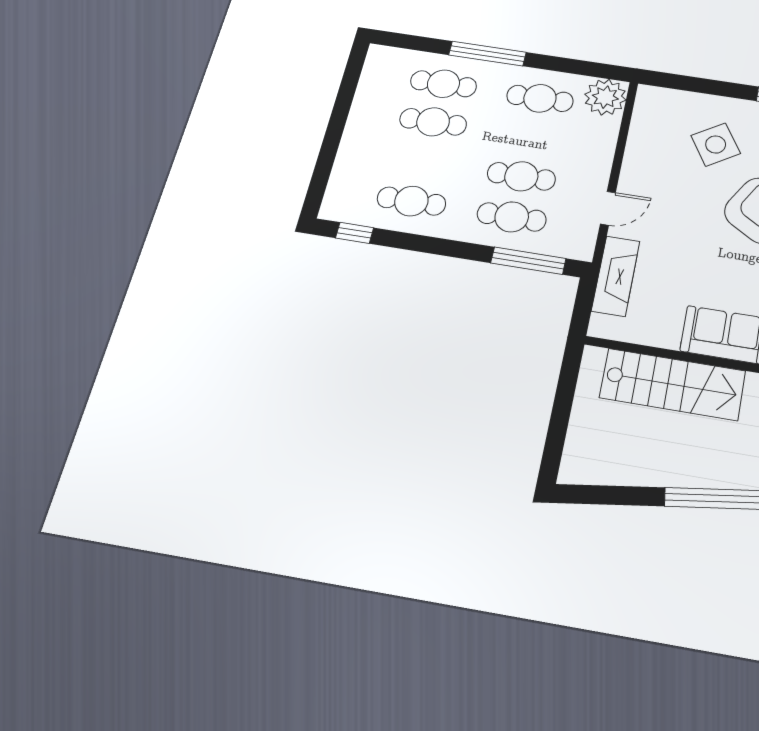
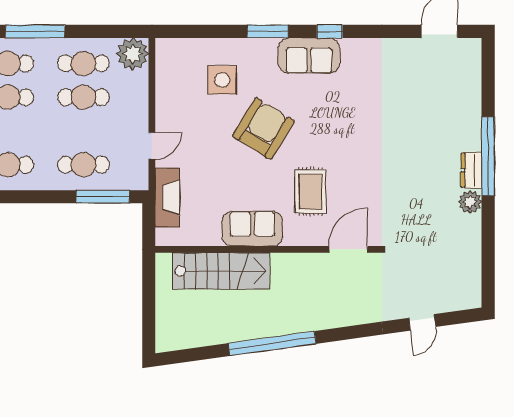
side table: (716, 144) -> (222, 80), turned 32
cafe table: (521, 176) -> (84, 97), moved

